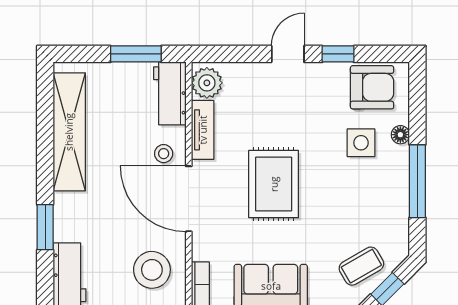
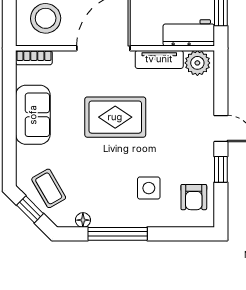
armchair: (372, 87) -> (194, 197), width x0.72, depth x0.72
floor lamp: (400, 135) -> (83, 220), moved
stool: (164, 154) -> (140, 28), removed

